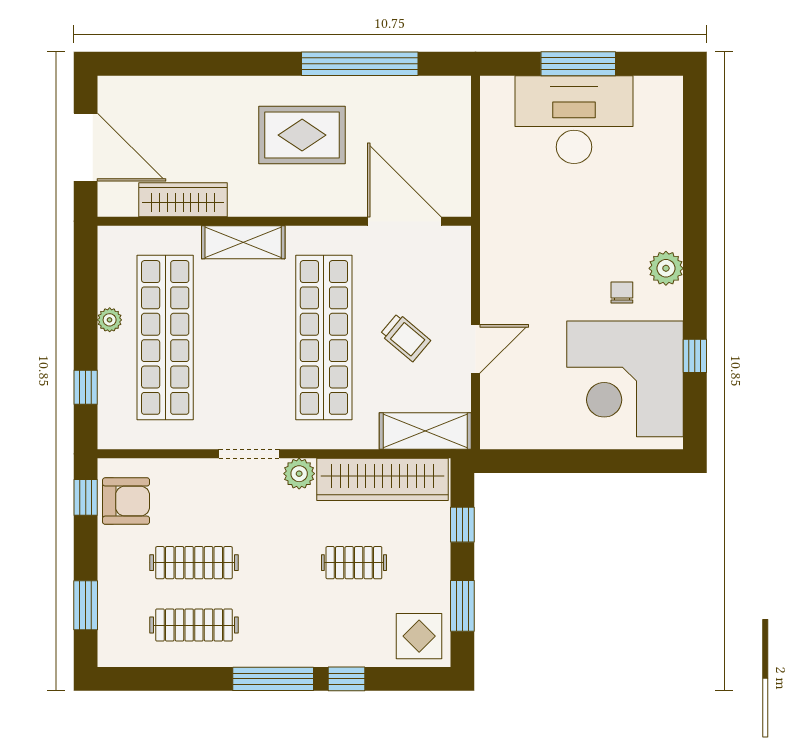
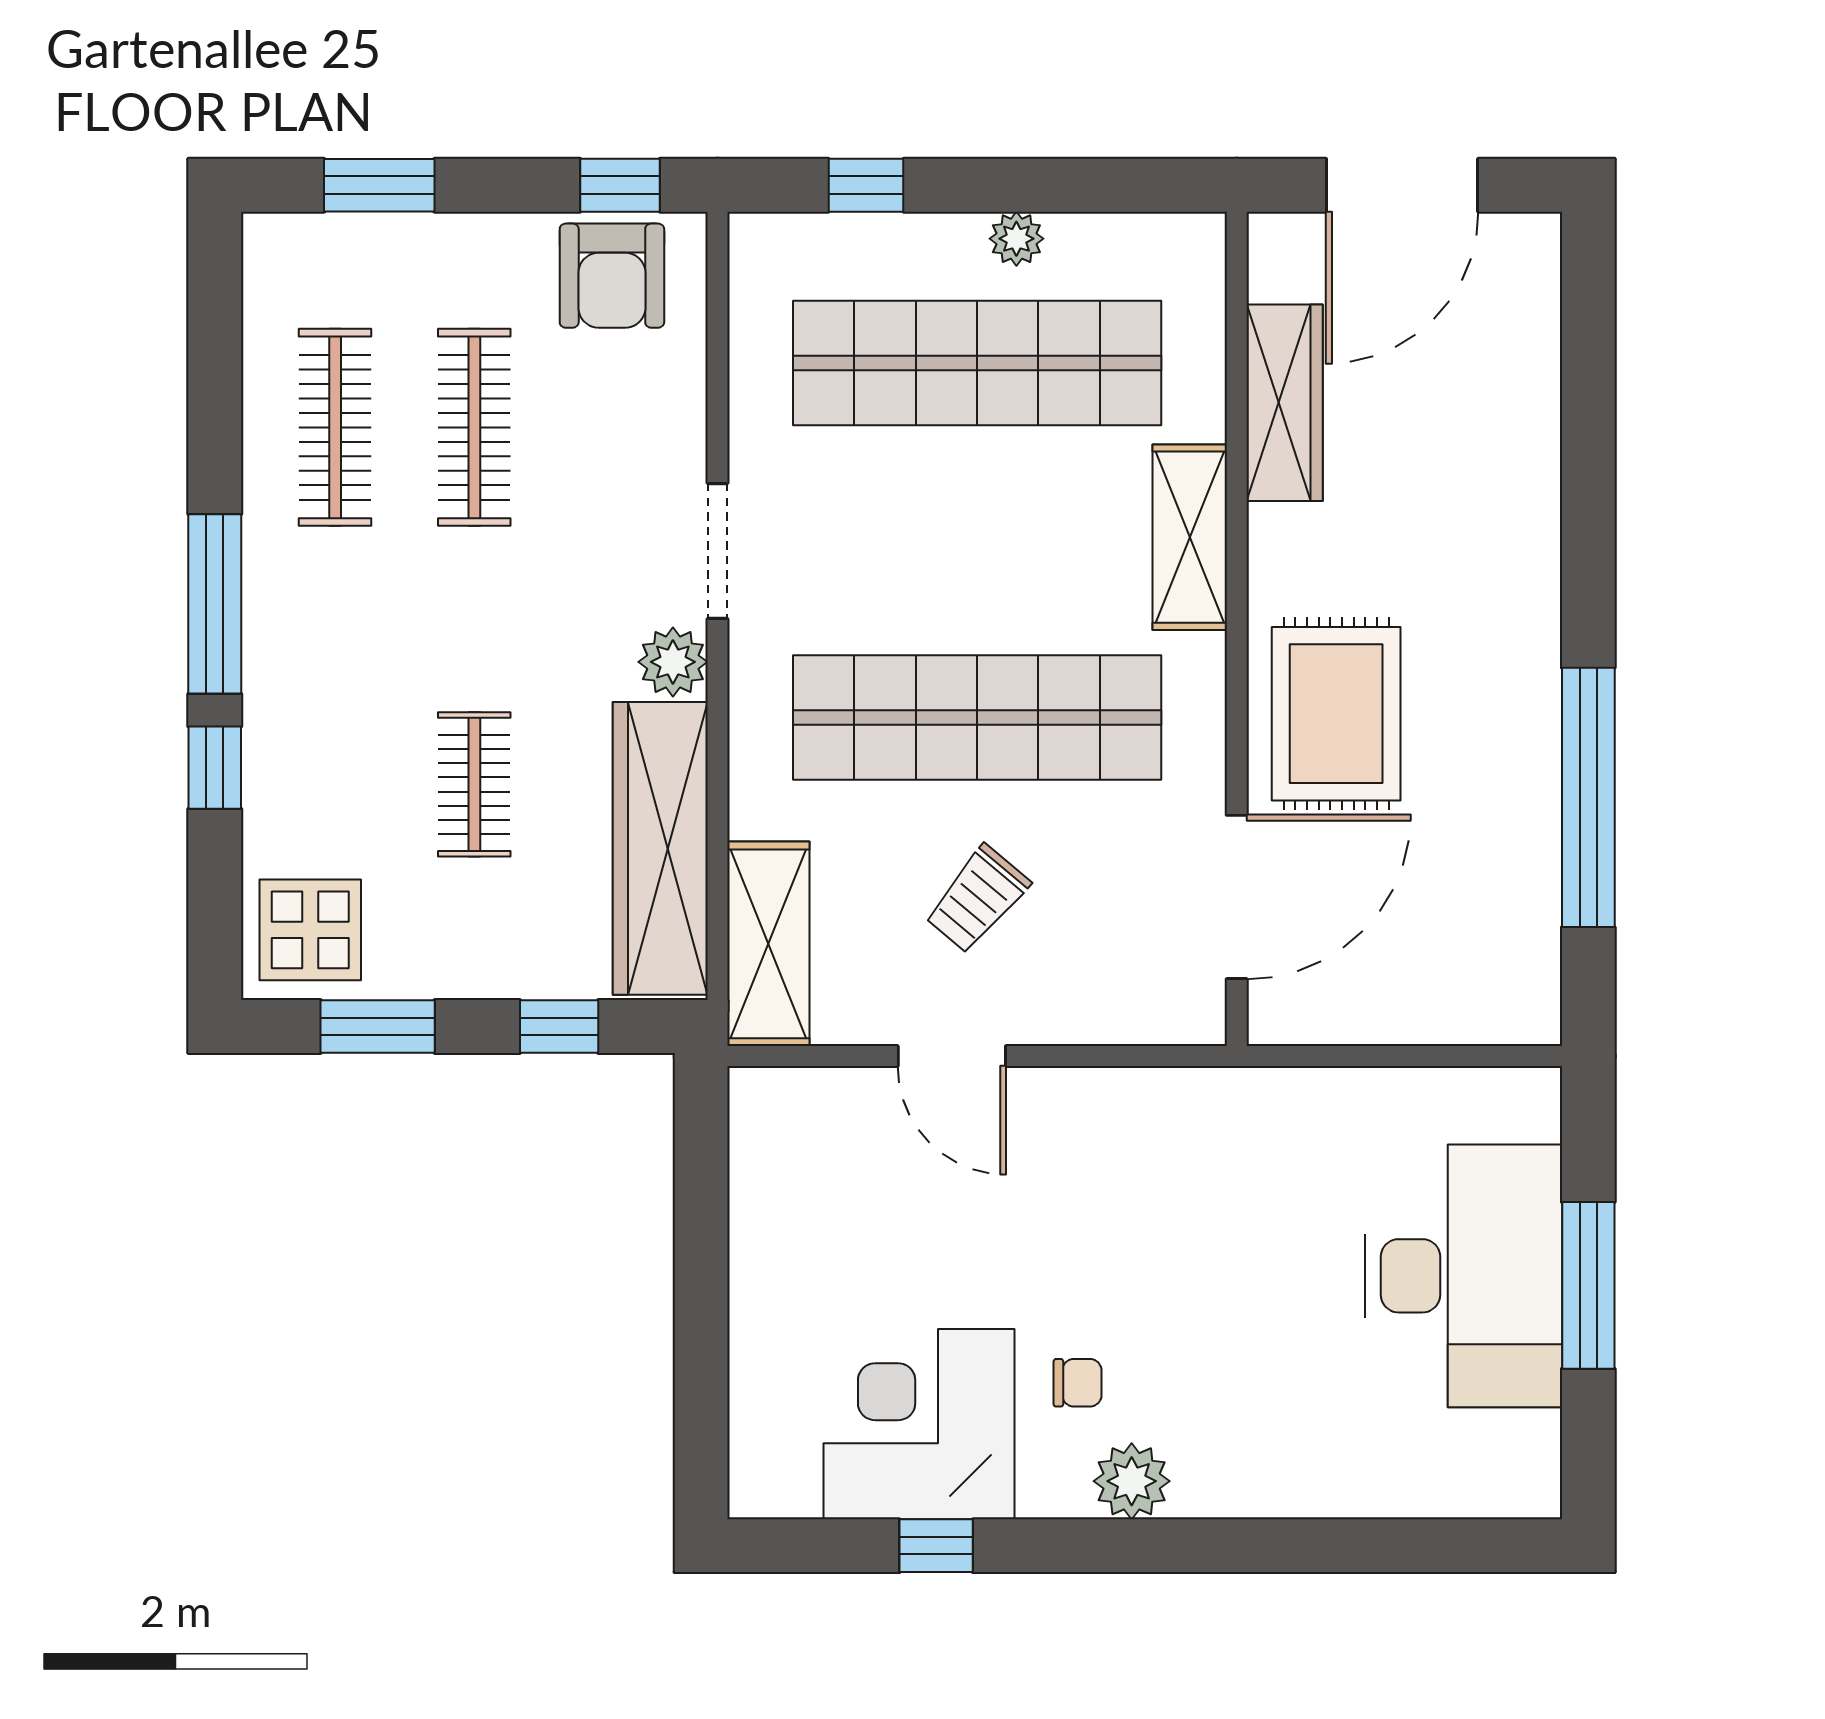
rug: (302, 135) -> (1336, 714), moved
corner desk: (625, 379) -> (919, 1424), width x0.74, depth x0.74

